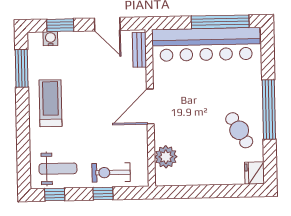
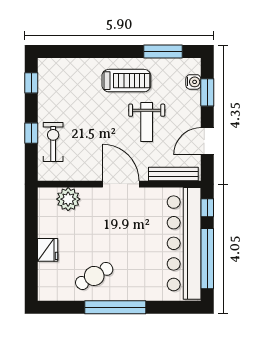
window: (171, 23) -> (207, 208), added
bench: (139, 50) -> (173, 174), width x1.36
weight bench: (58, 169) -> (147, 122), moved
fridge: (254, 173) -> (48, 250), moved, turned 90

